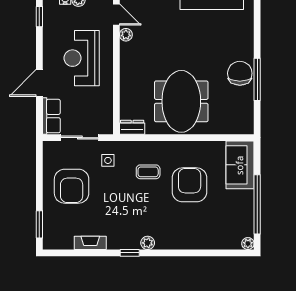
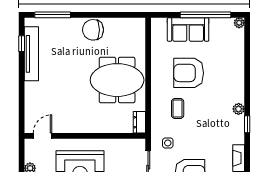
plant: (126, 35) -> (60, 128), removed
window: (257, 79) -> (53, 15), moved
sofa: (240, 165) -> (188, 30), moved

